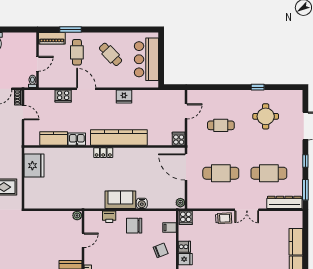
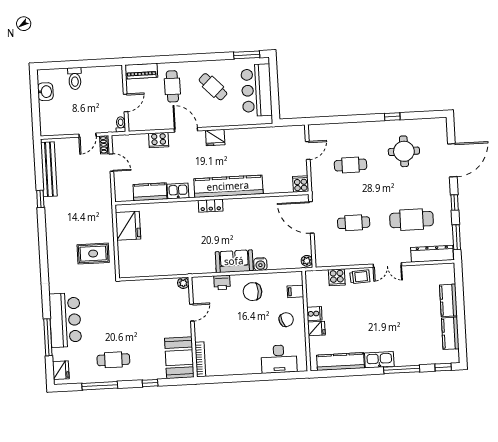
window: (71, 29) -> (247, 55), moved
fridge: (124, 97) -> (215, 138), moved
cafe table: (221, 173) -> (354, 223), width x0.73, depth x0.74
cooker: (186, 218) -> (337, 277), moved

